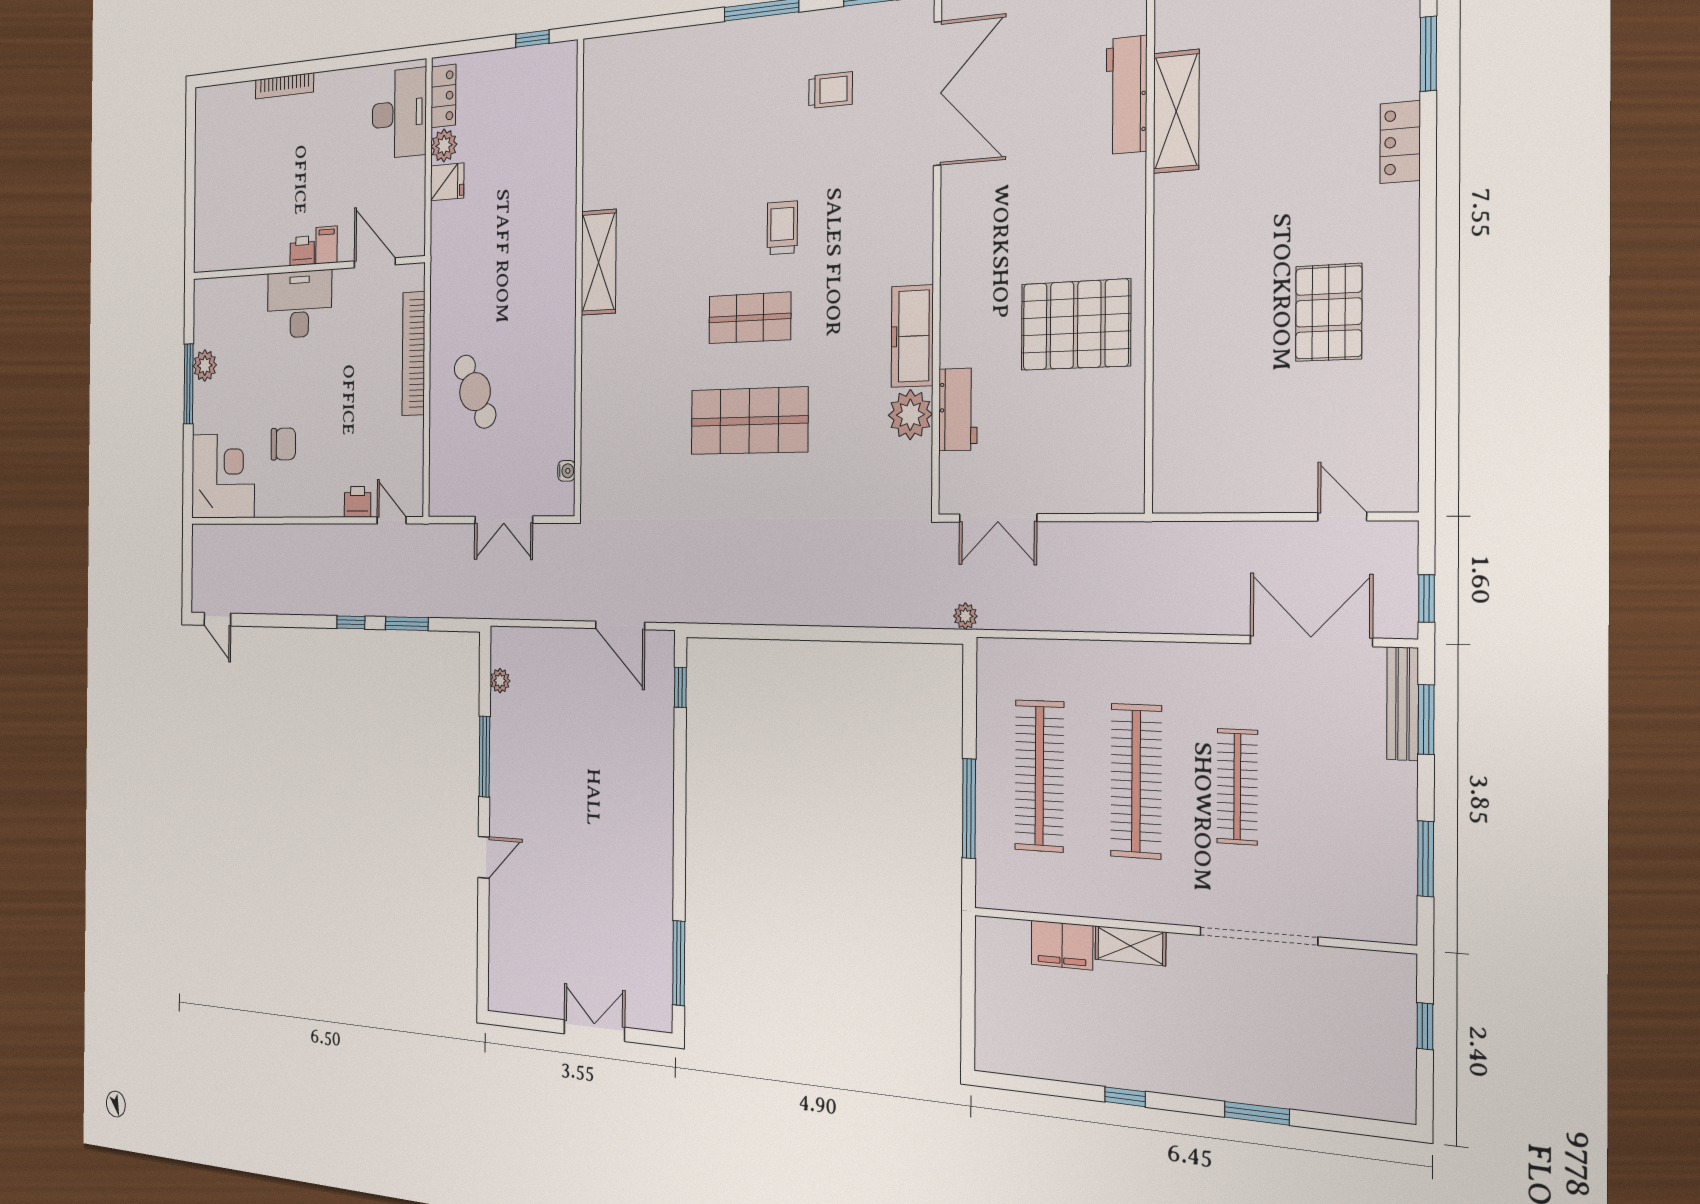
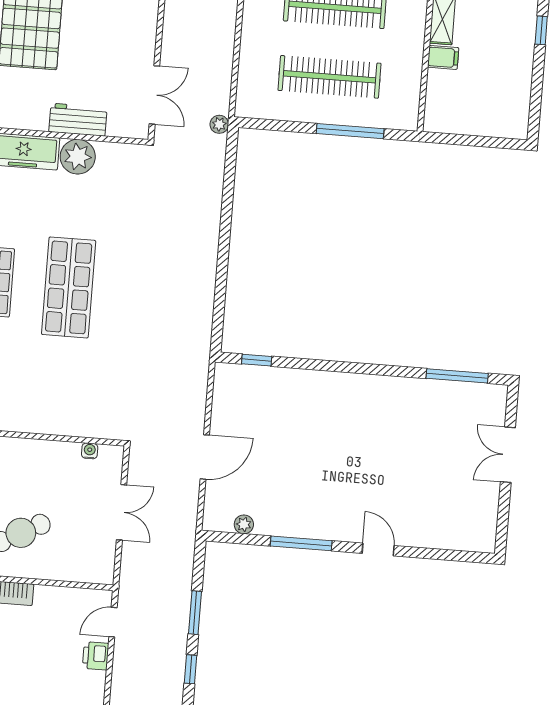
door: (620, 625) -> (205, 457), moved
filing cabinet: (1062, 945) -> (443, 57), width x0.50

